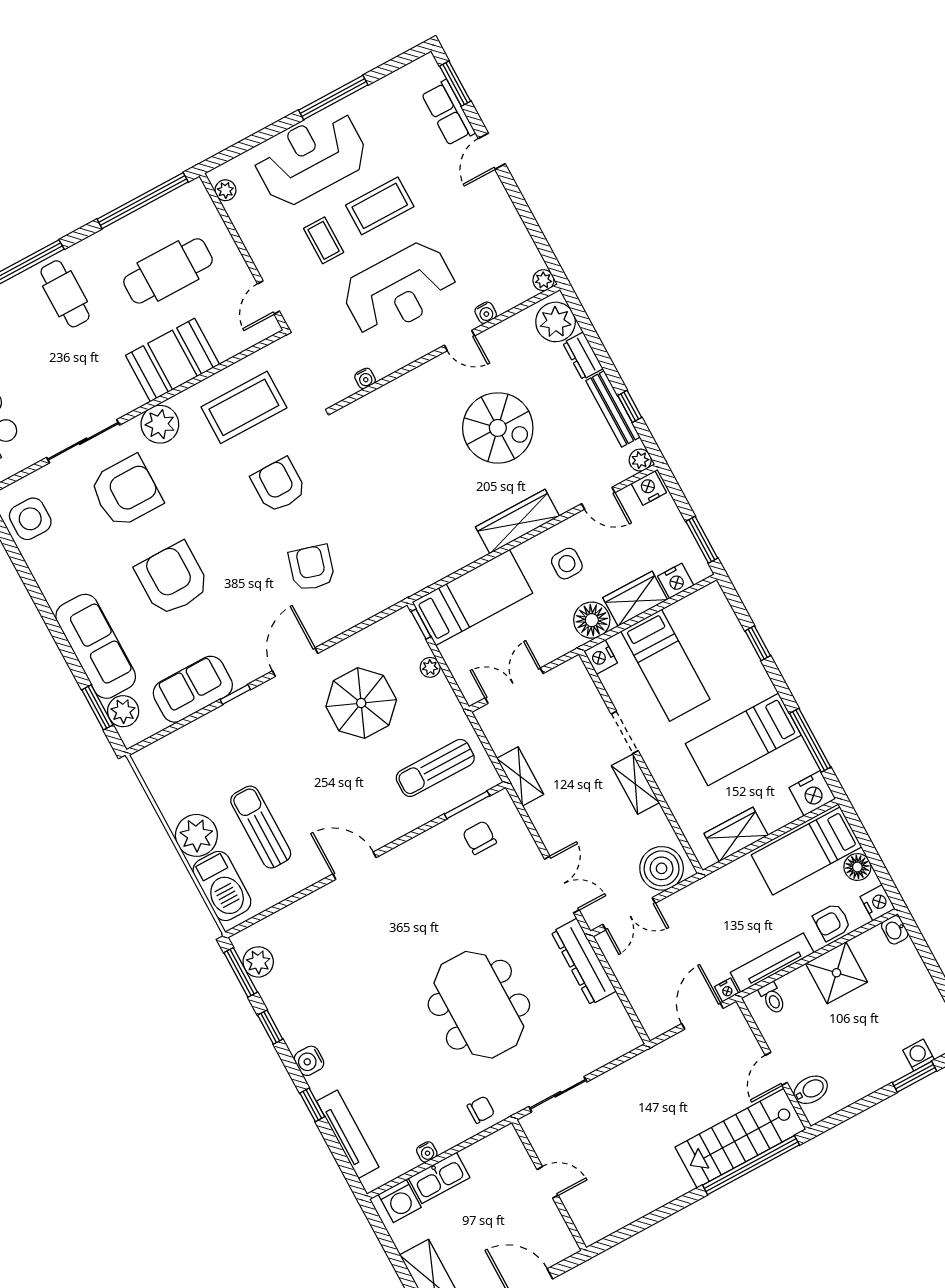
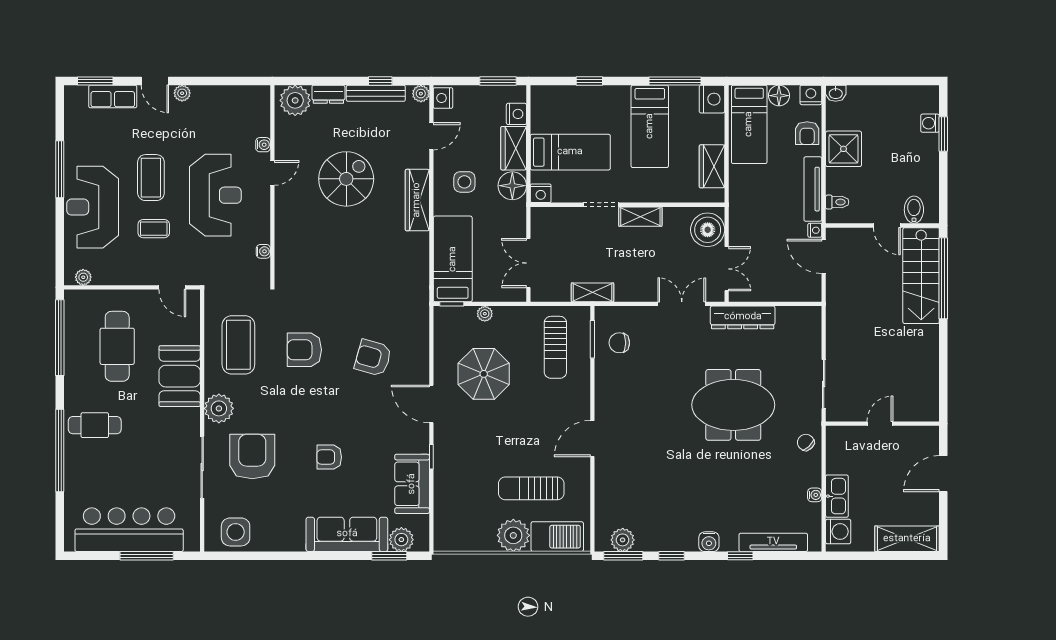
plant: (543, 280) -> (182, 93), moved
armchair: (172, 579) -> (329, 457), width x0.53, depth x0.53
chair: (481, 1110) -> (806, 442), turned -44

